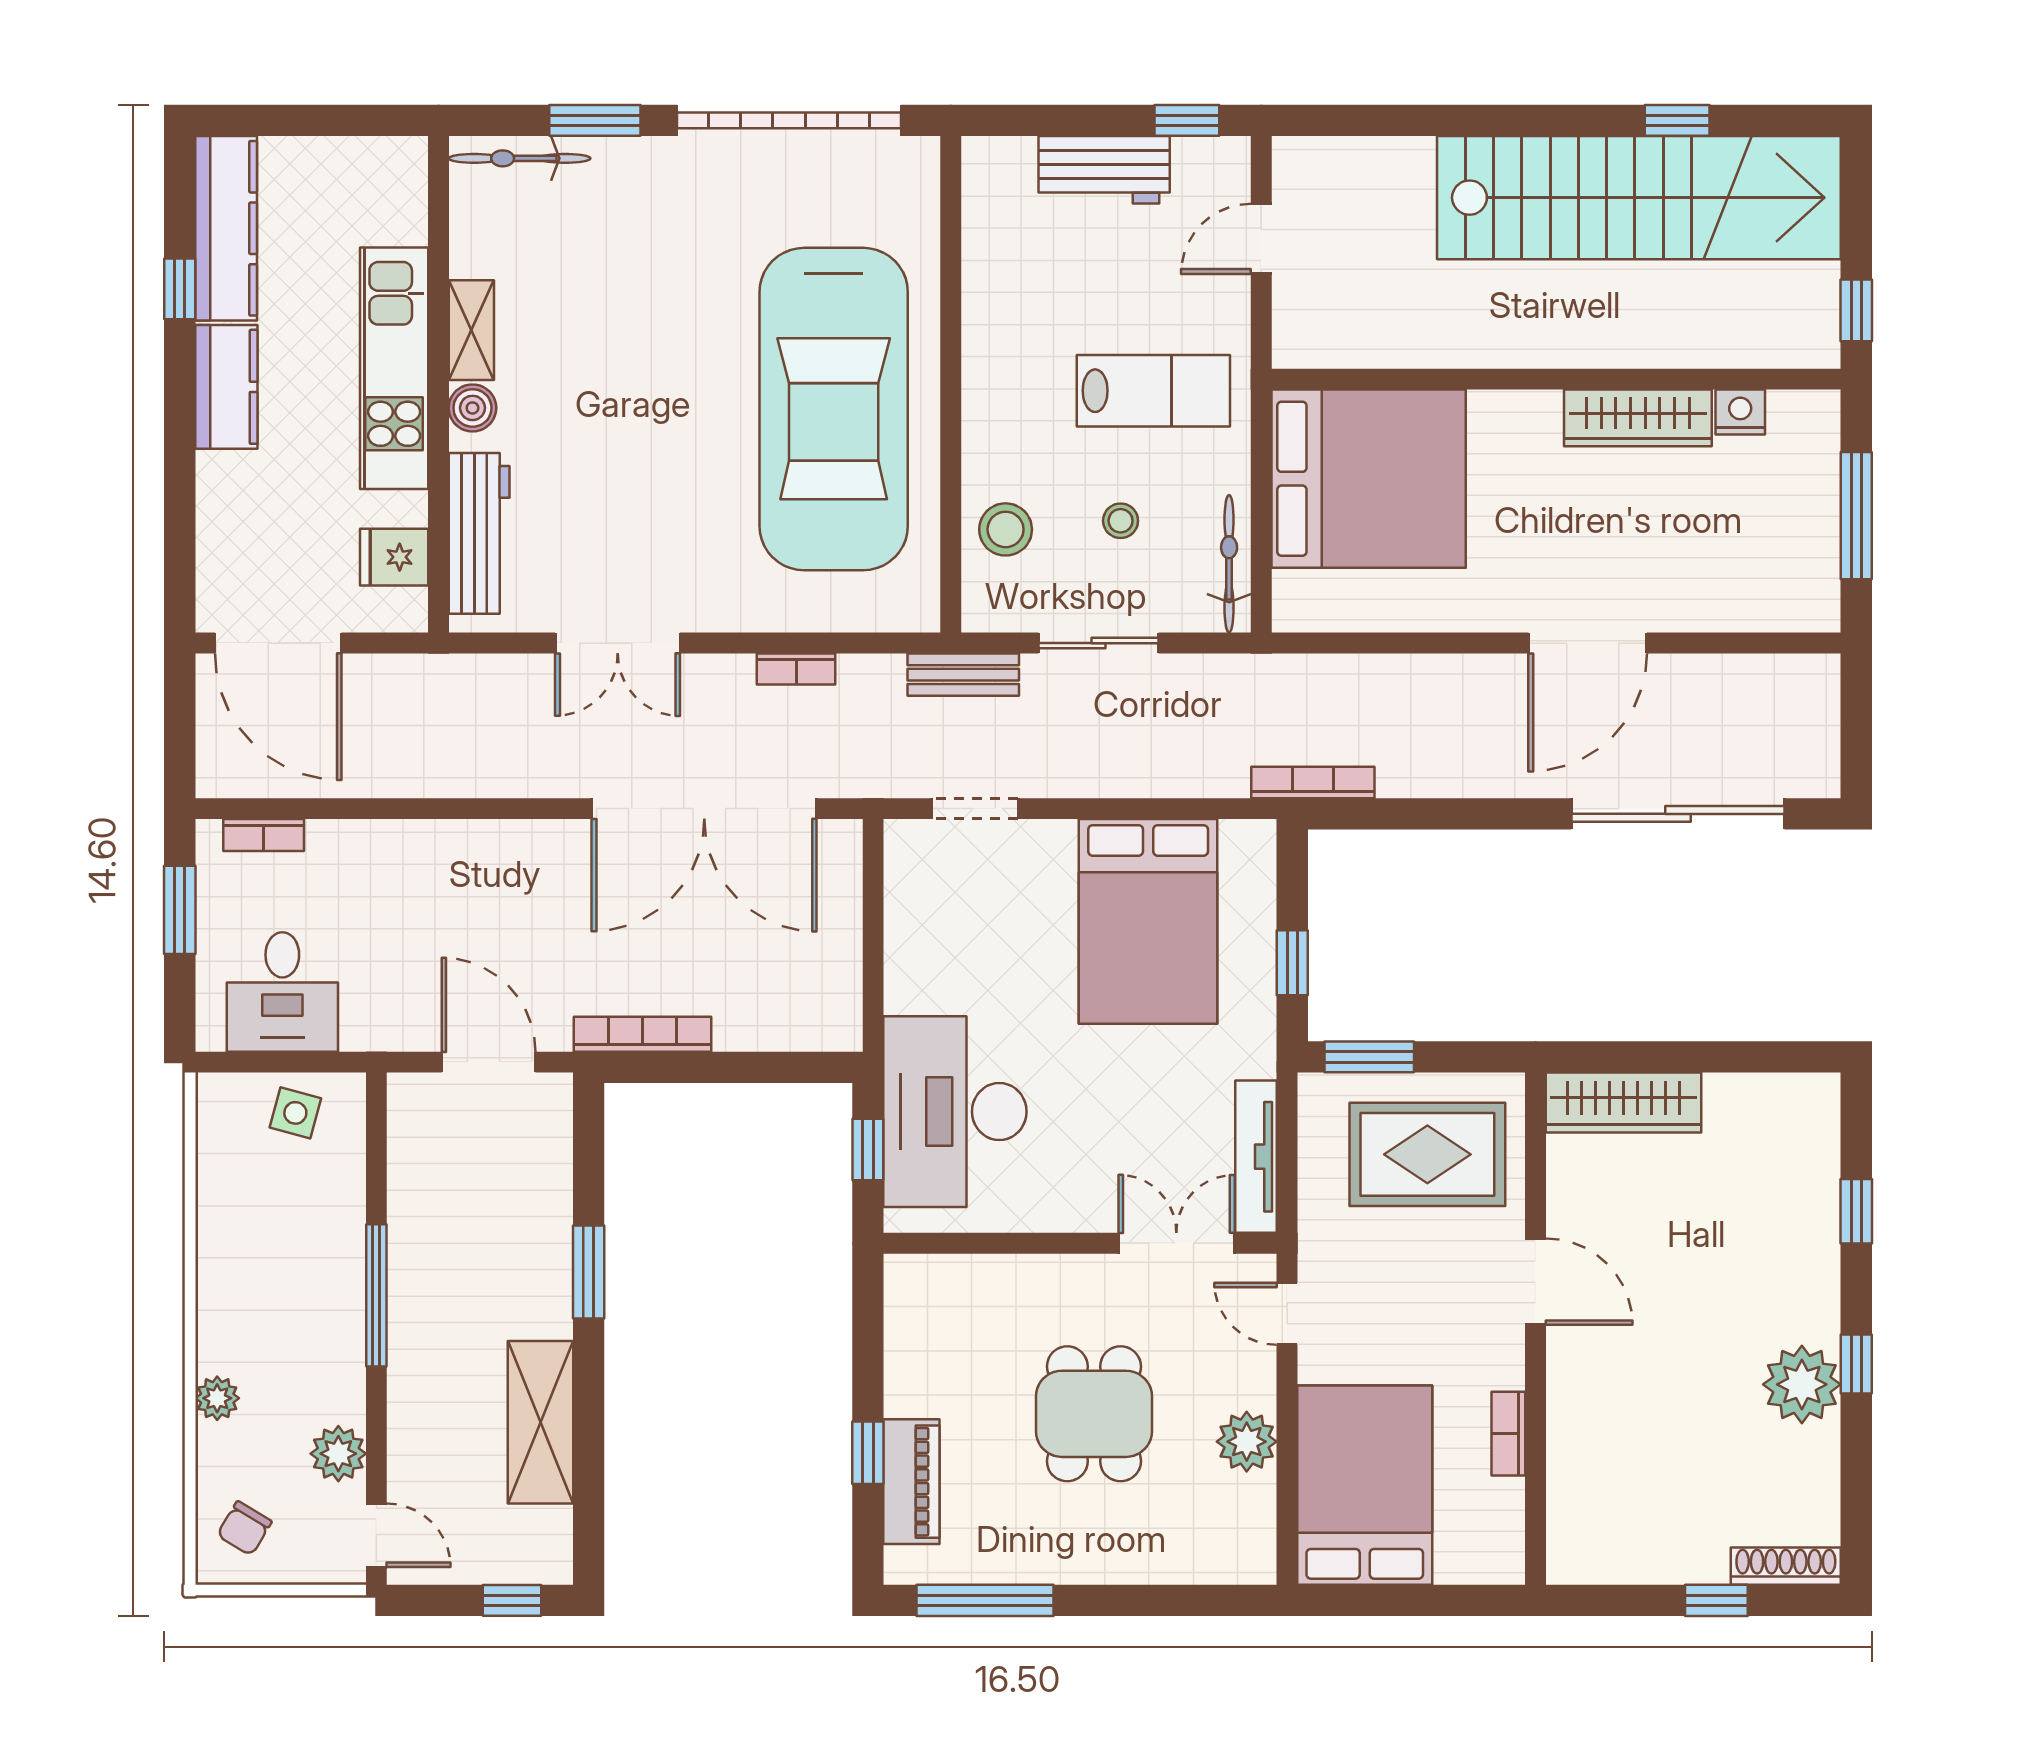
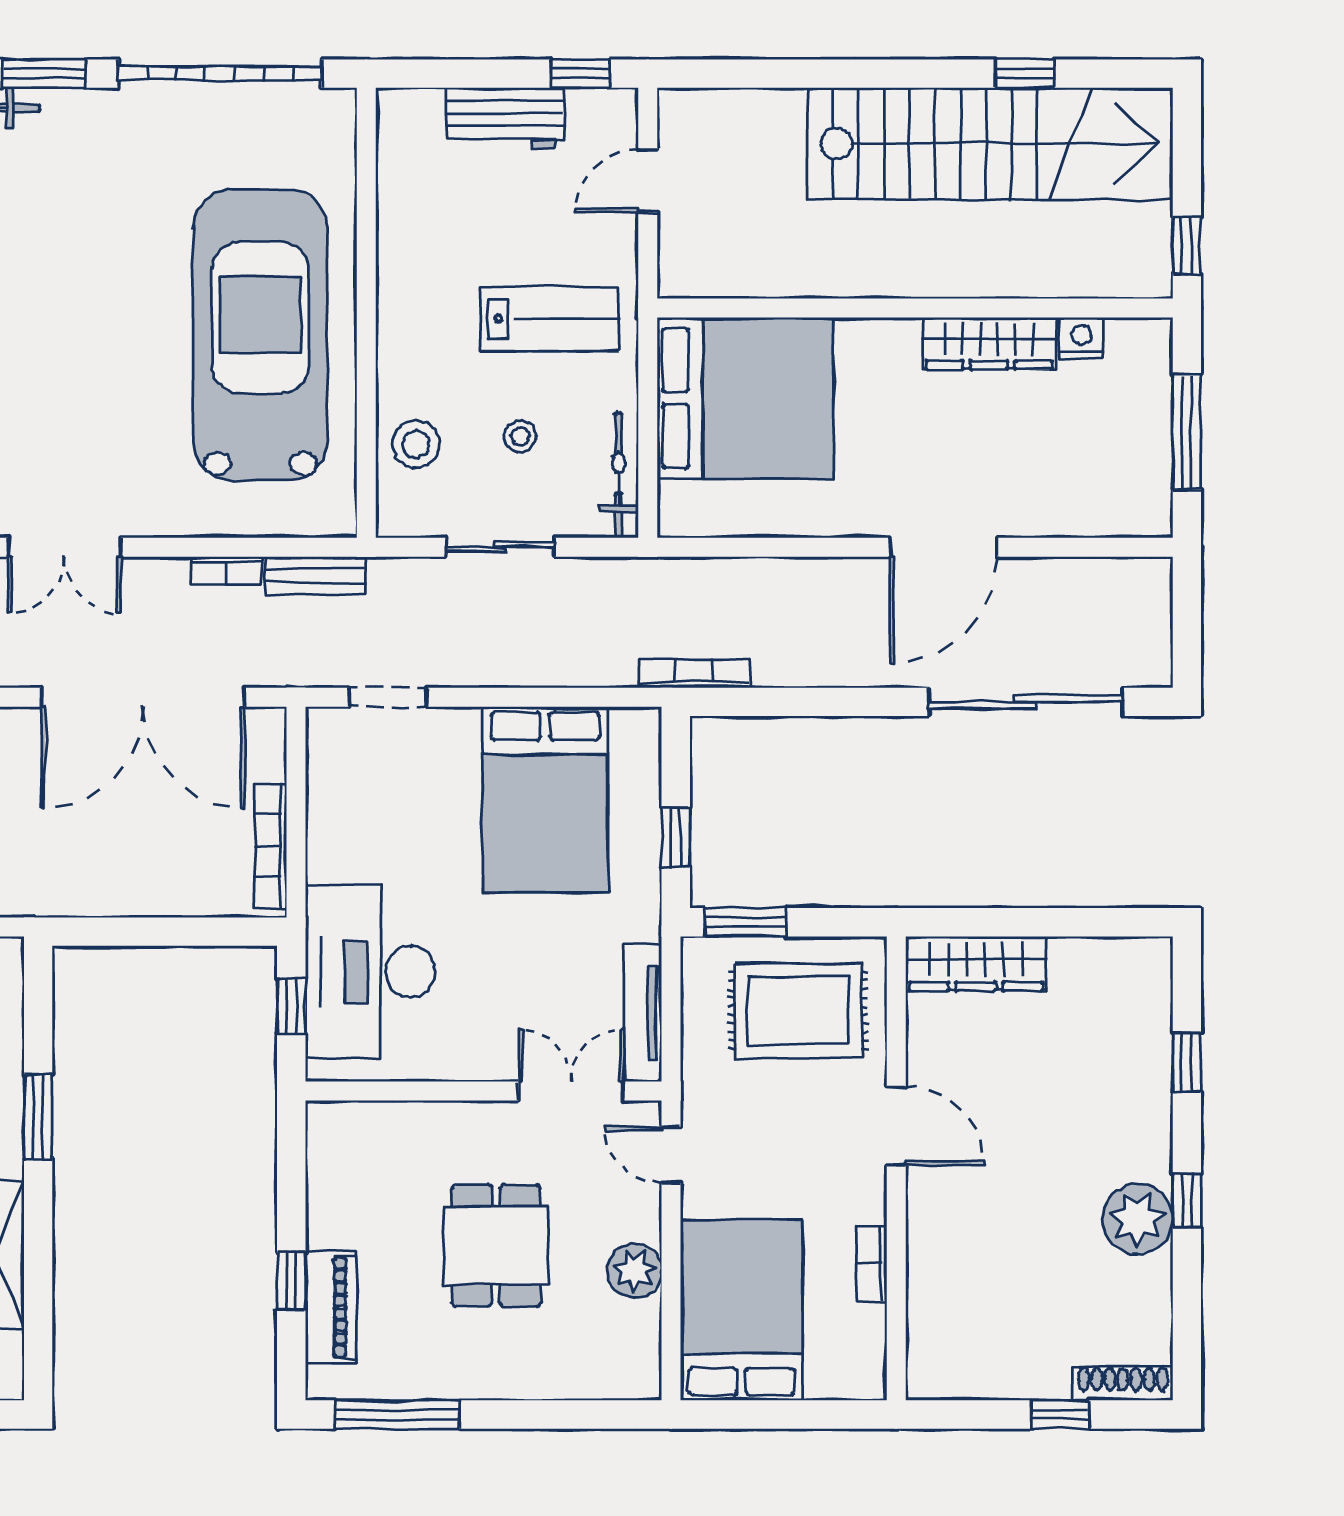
car: (834, 409) -> (260, 335), turned 180
bench: (963, 675) -> (316, 576), moved
bookcase: (642, 1034) -> (271, 846), moved, turned -90

